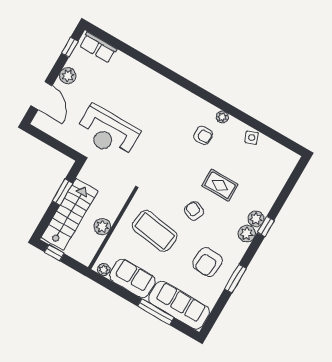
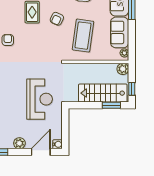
water cooler: (39, 122) -> (58, 144), added
window: (62, 192) -> (111, 105), moved
plant: (102, 227) -> (123, 69), moved

